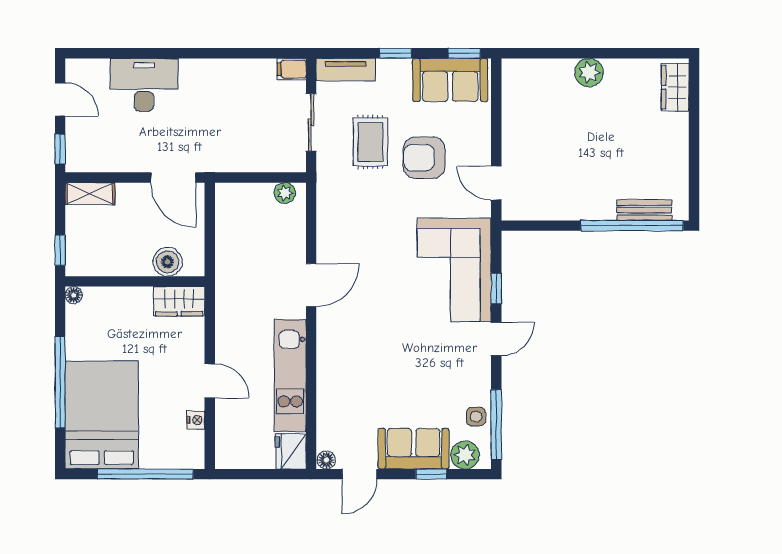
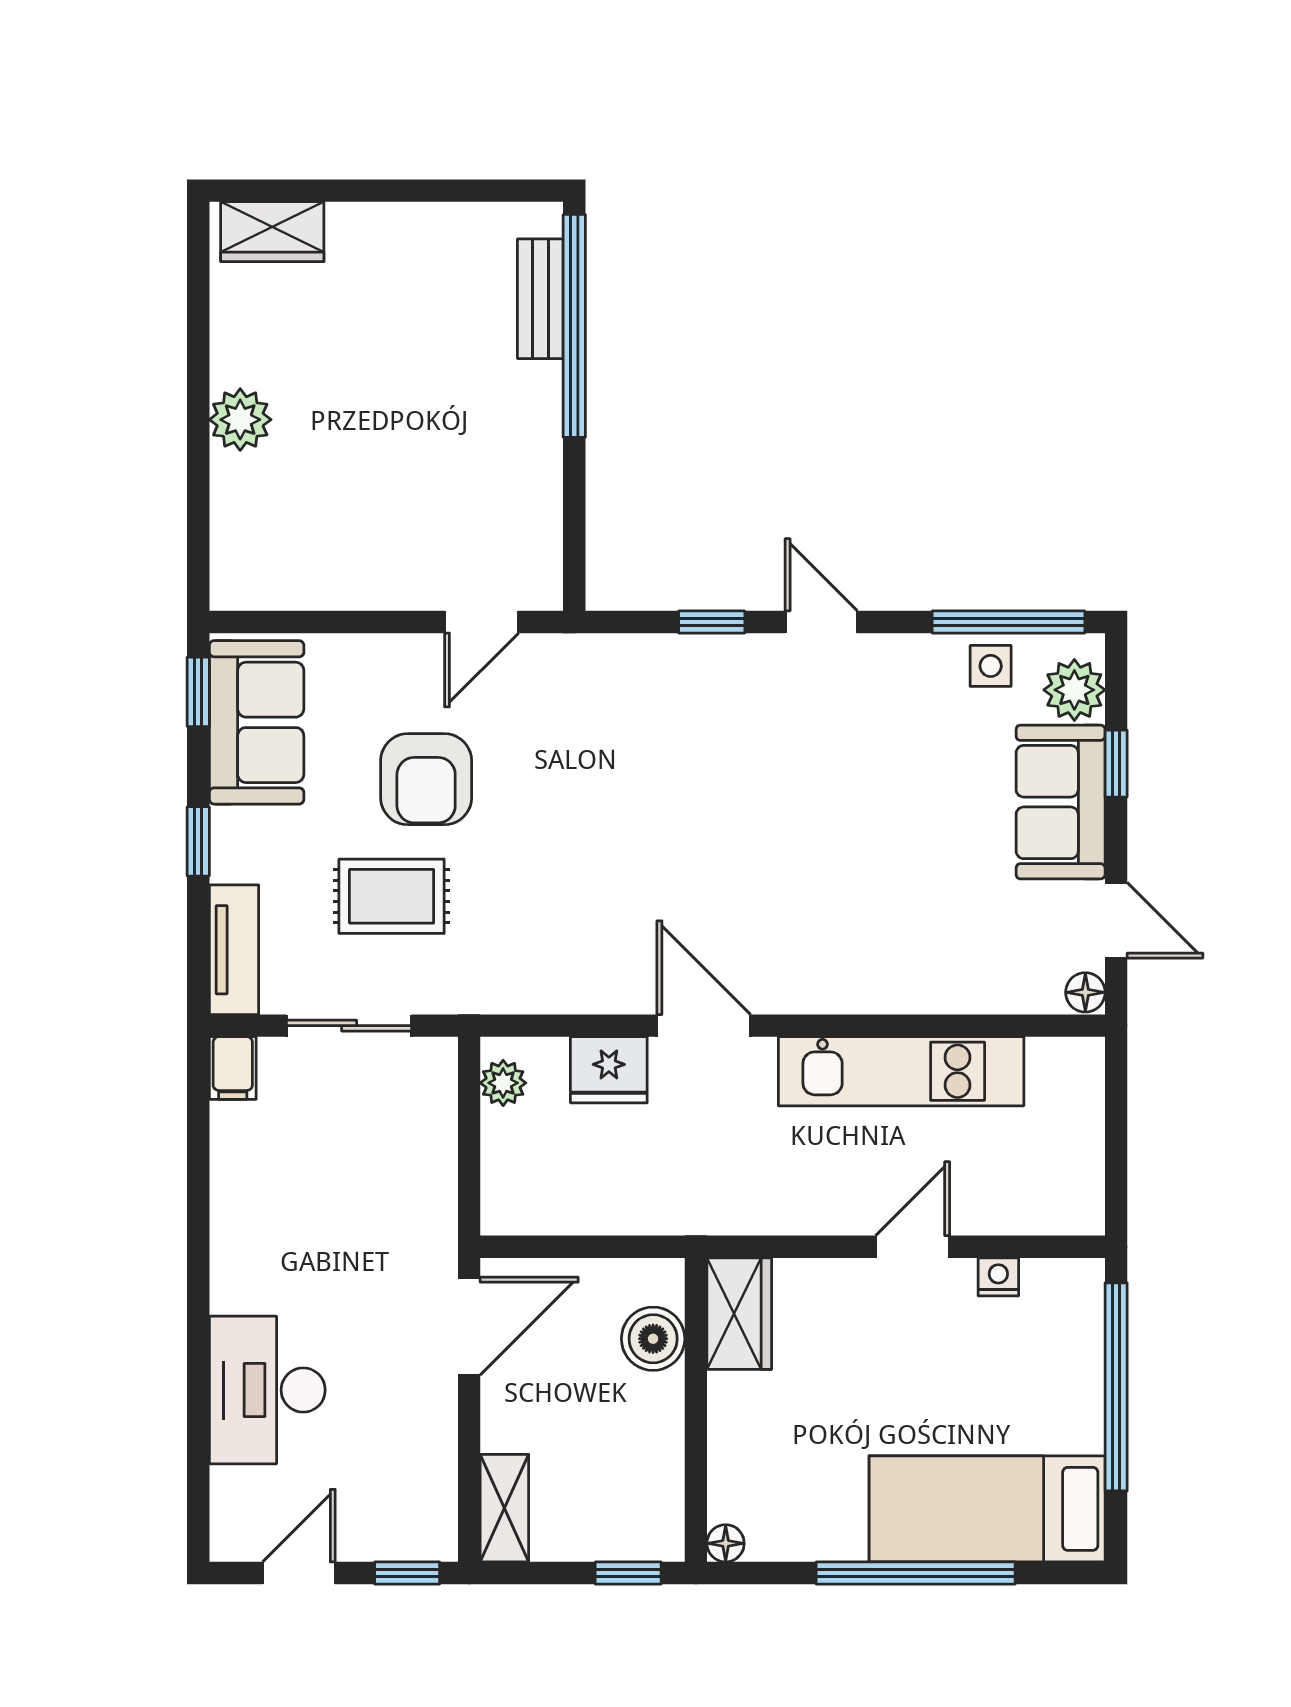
corner sofa: (454, 270) -> (671, 714), removed
bed: (102, 415) -> (987, 1509), width x0.67
fridge: (291, 451) -> (609, 1070), moved

